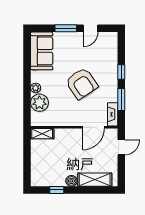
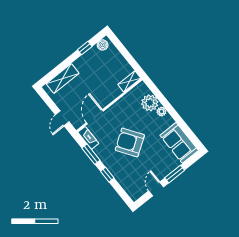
boiler: (71, 181) -> (103, 45), moved

